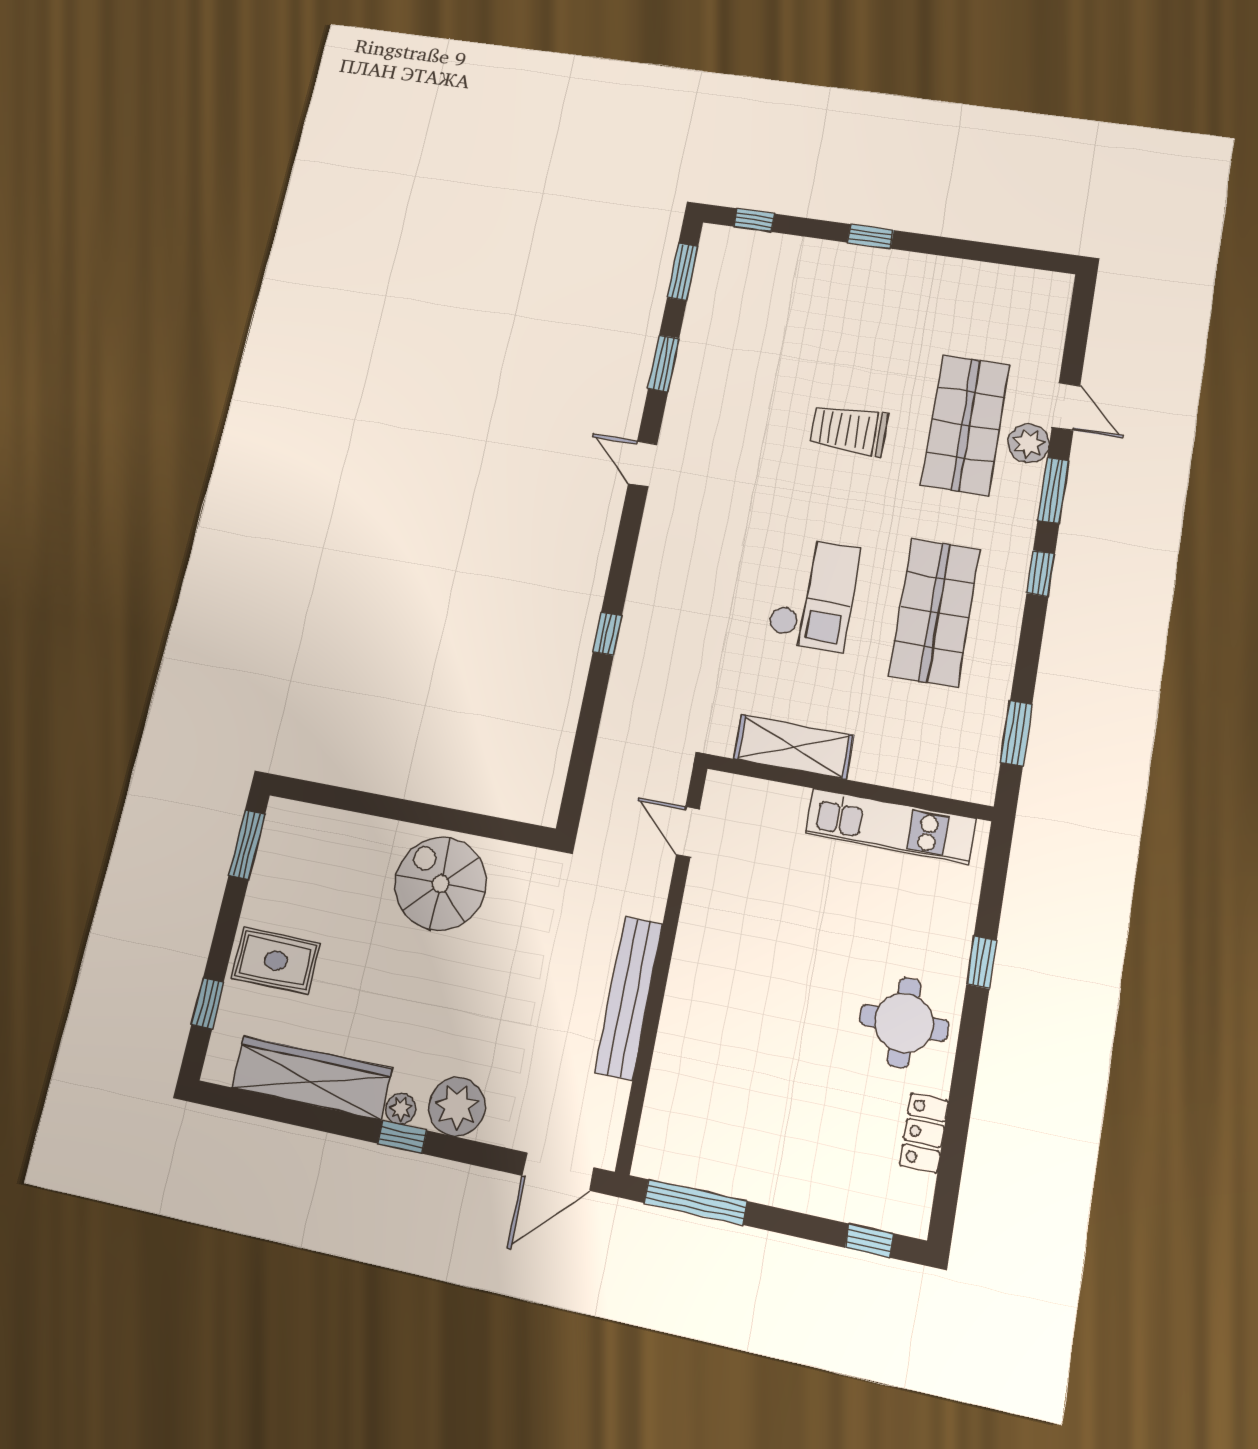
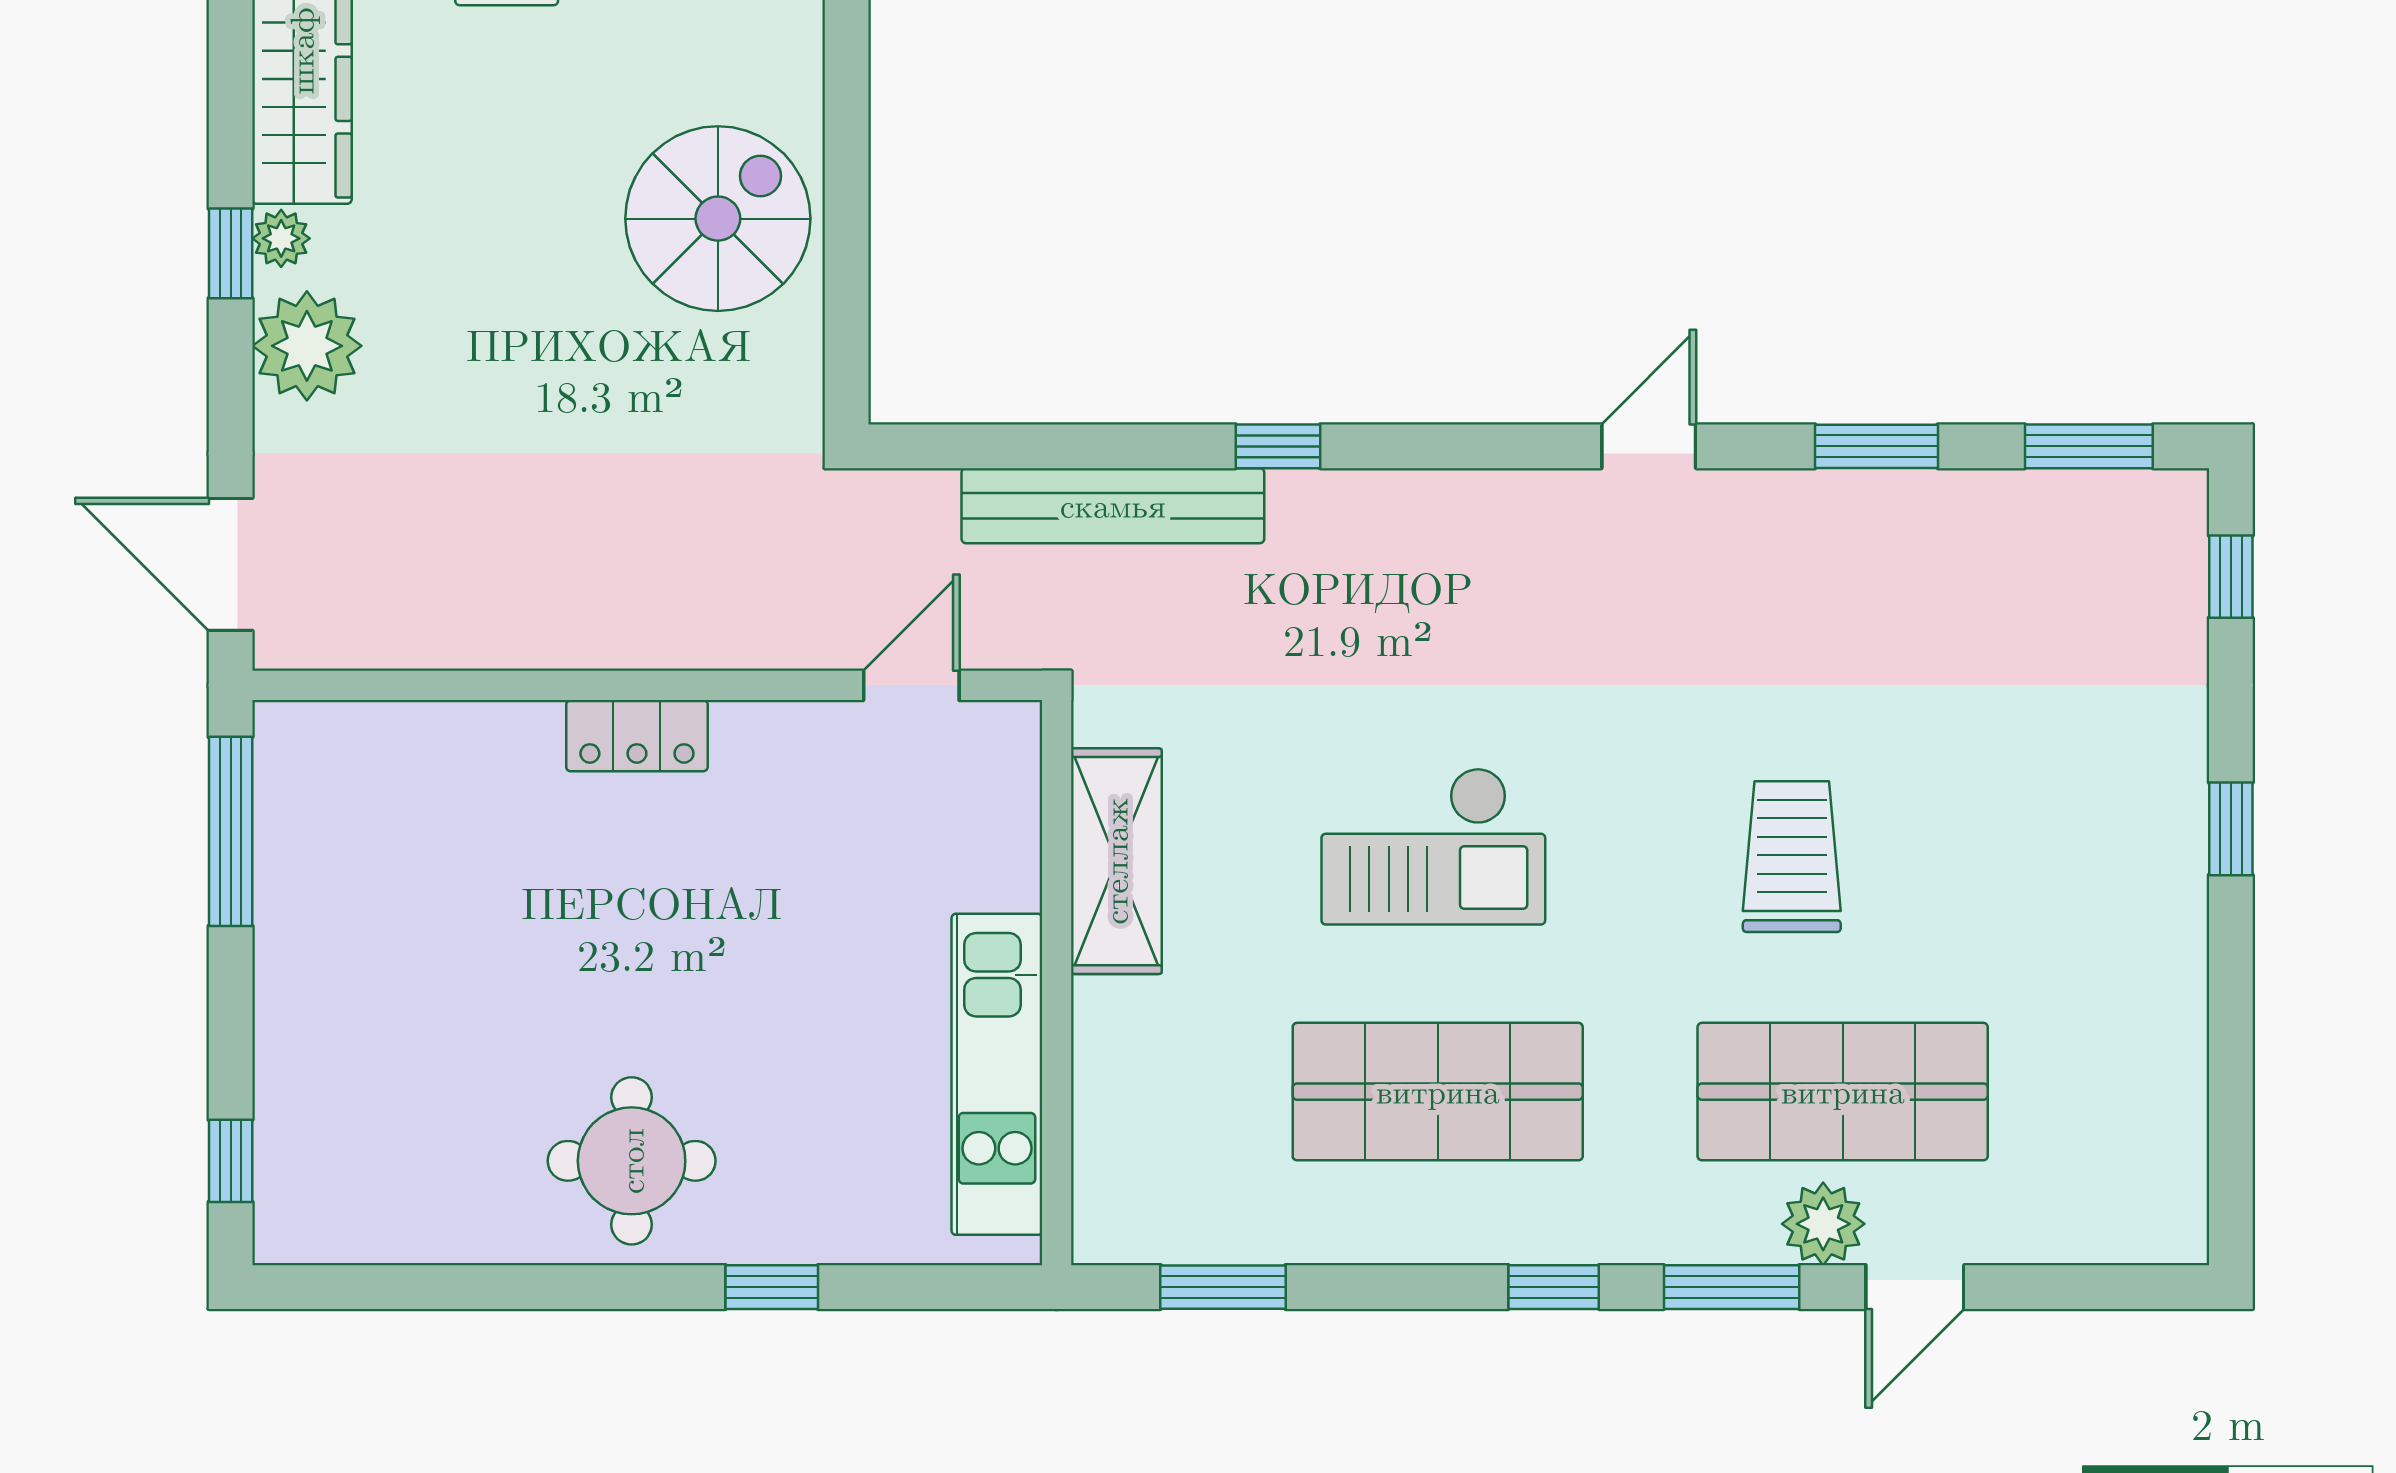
bench: (629, 998) -> (1113, 506), moved
locker: (924, 1133) -> (637, 736), moved, turned 180

